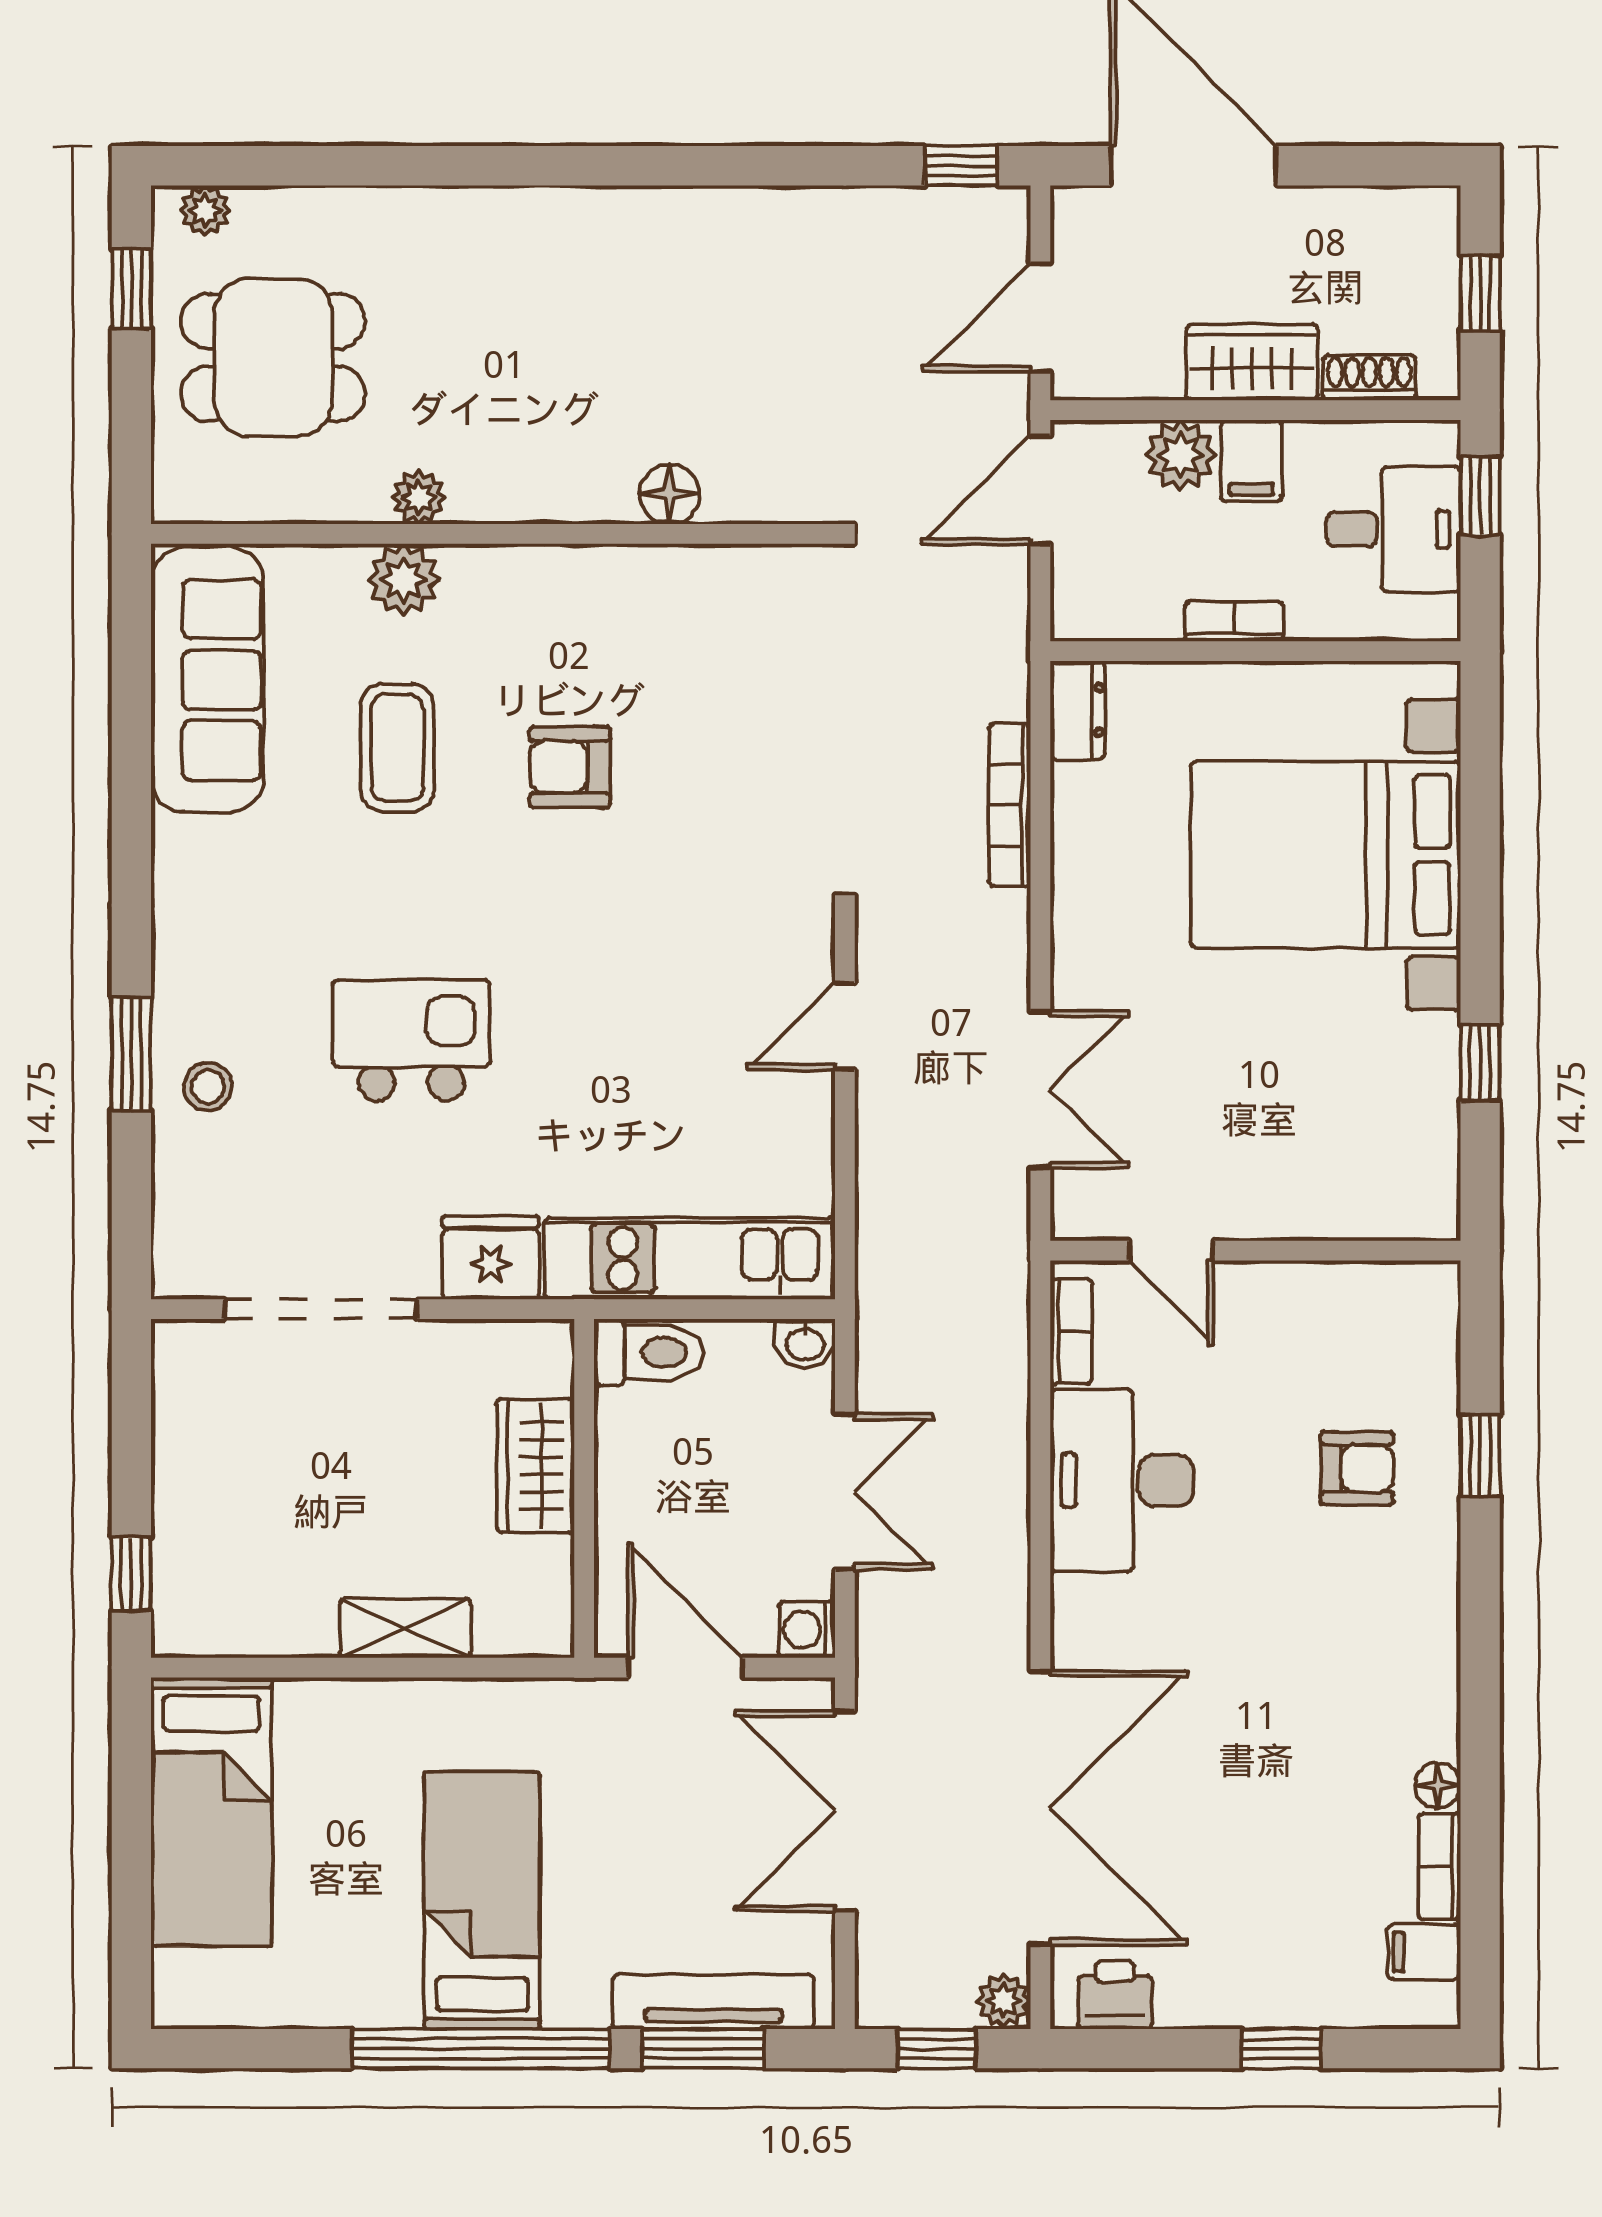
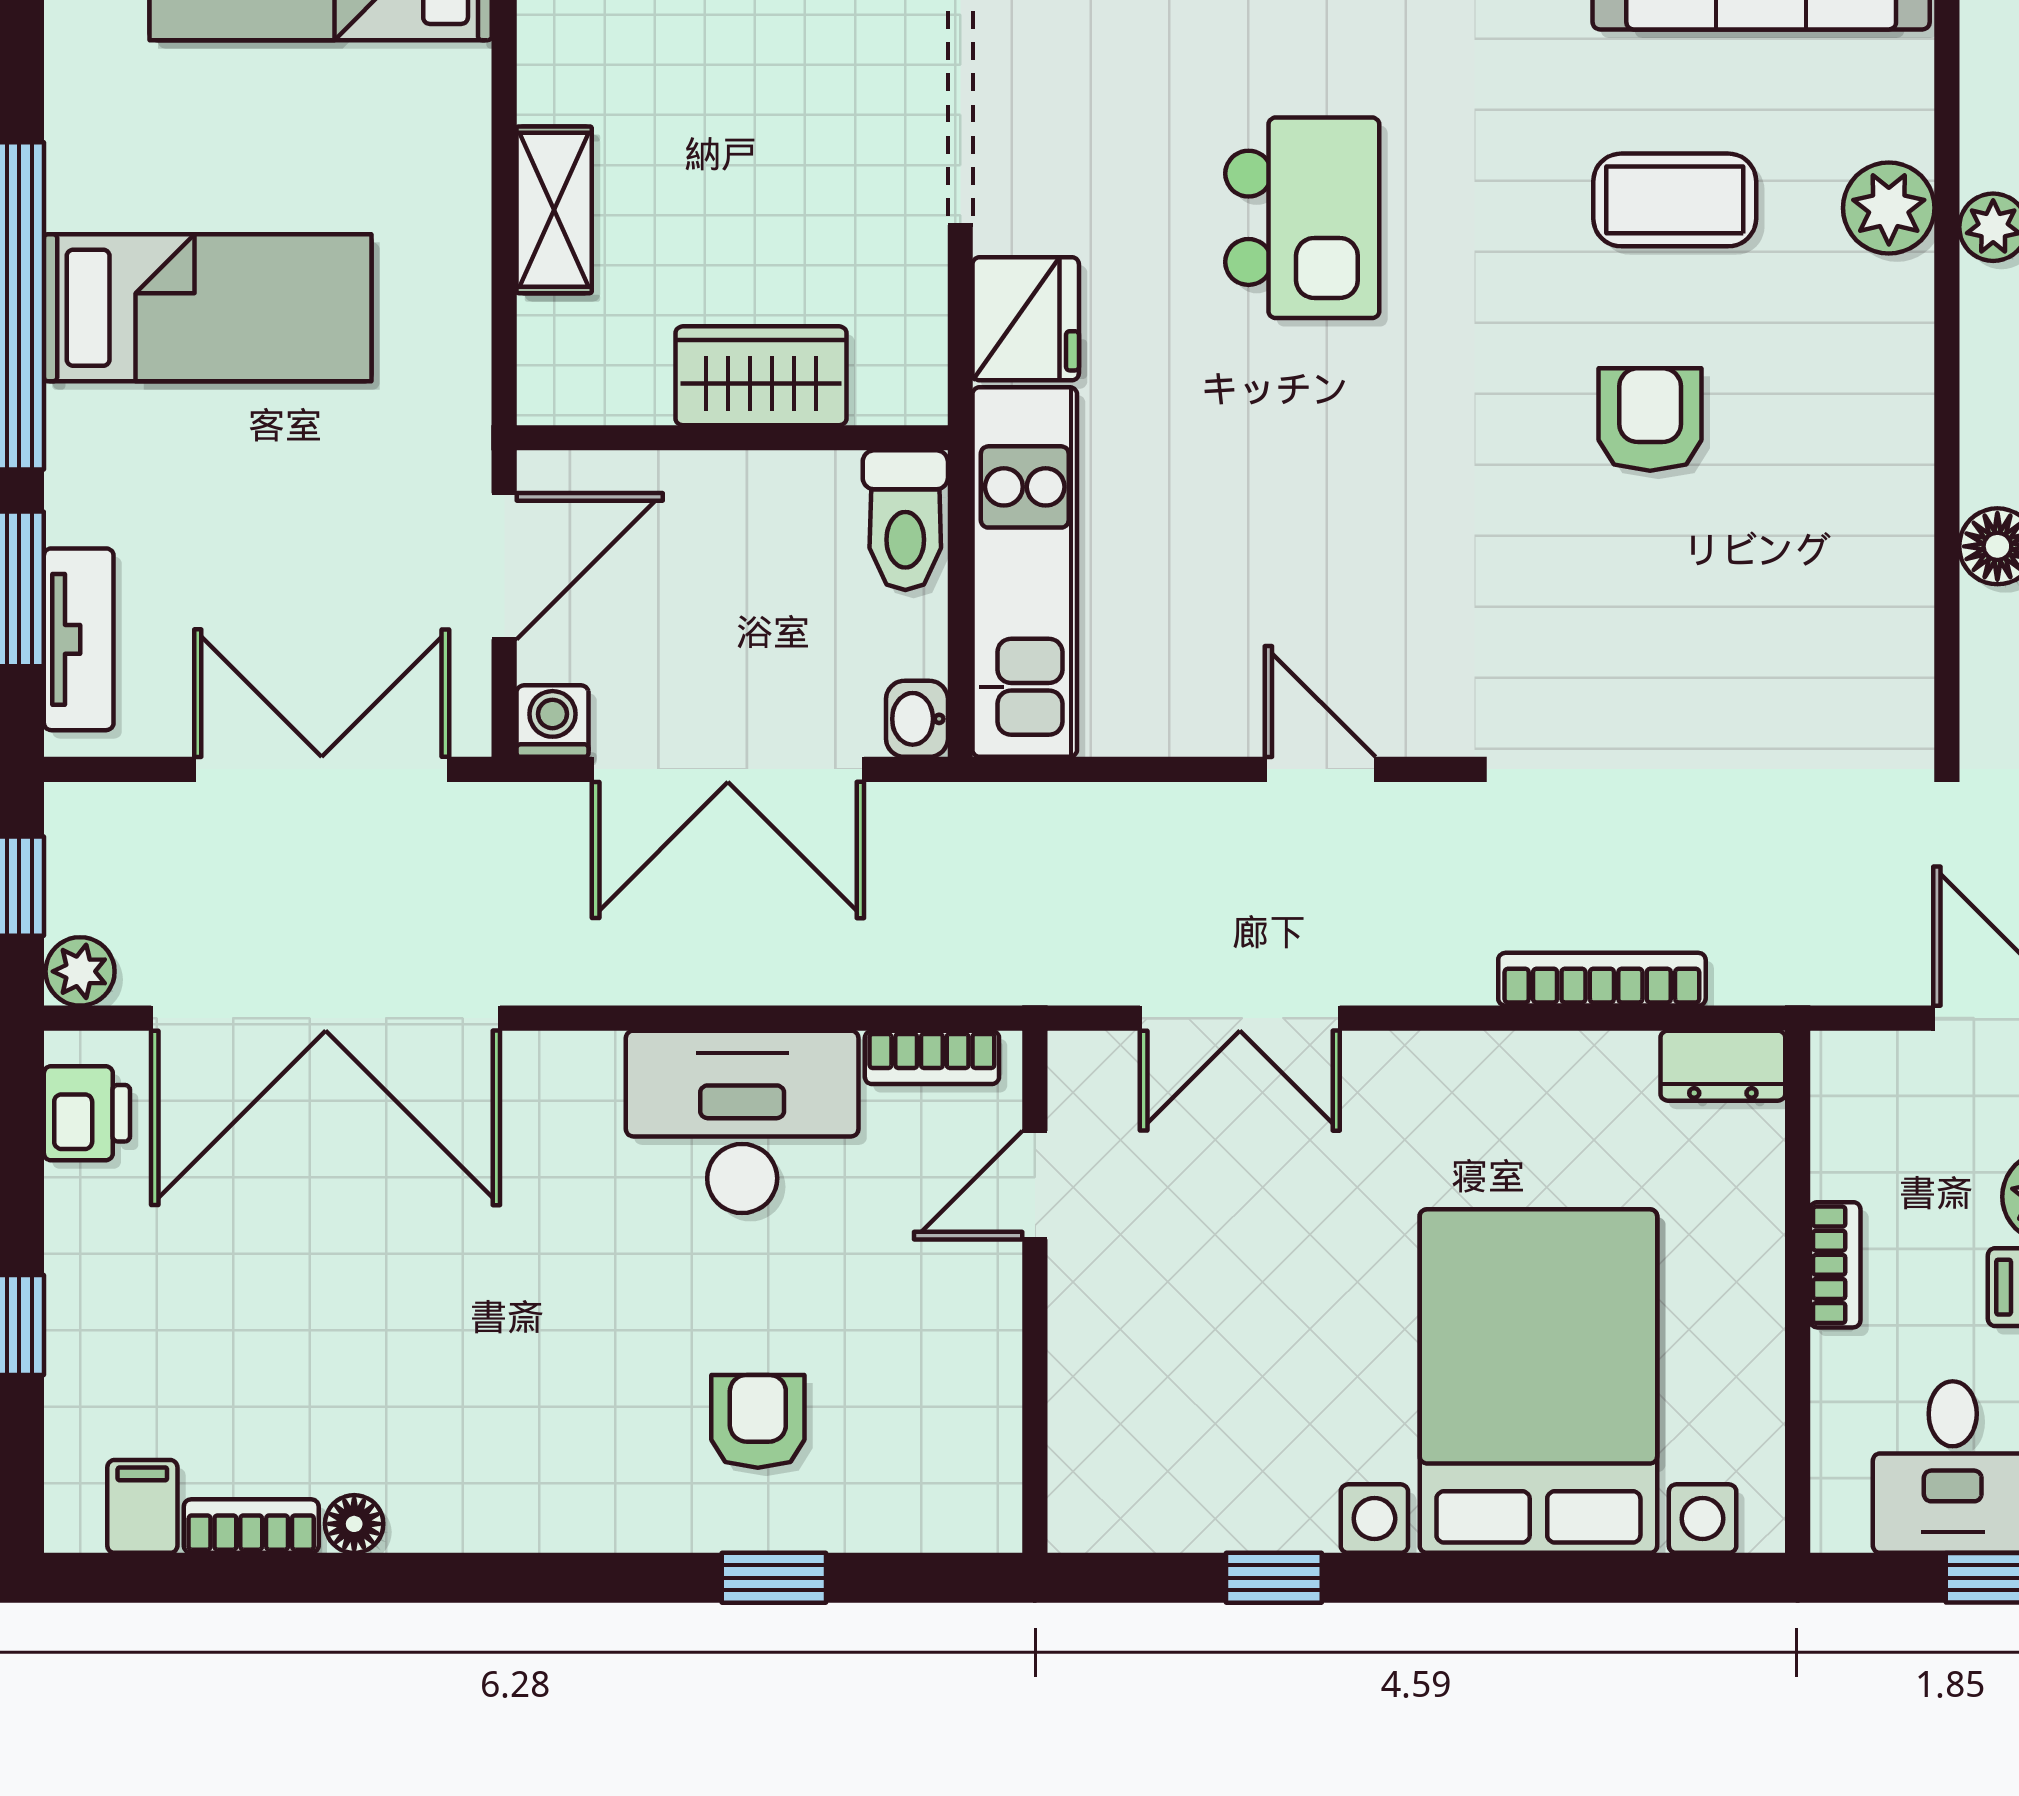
armchair: (1357, 1468) -> (758, 1421), turned 180
double door: (845, 1492) -> (728, 769), width x1.37
tv unit: (713, 2002) -> (79, 639), width x0.71

